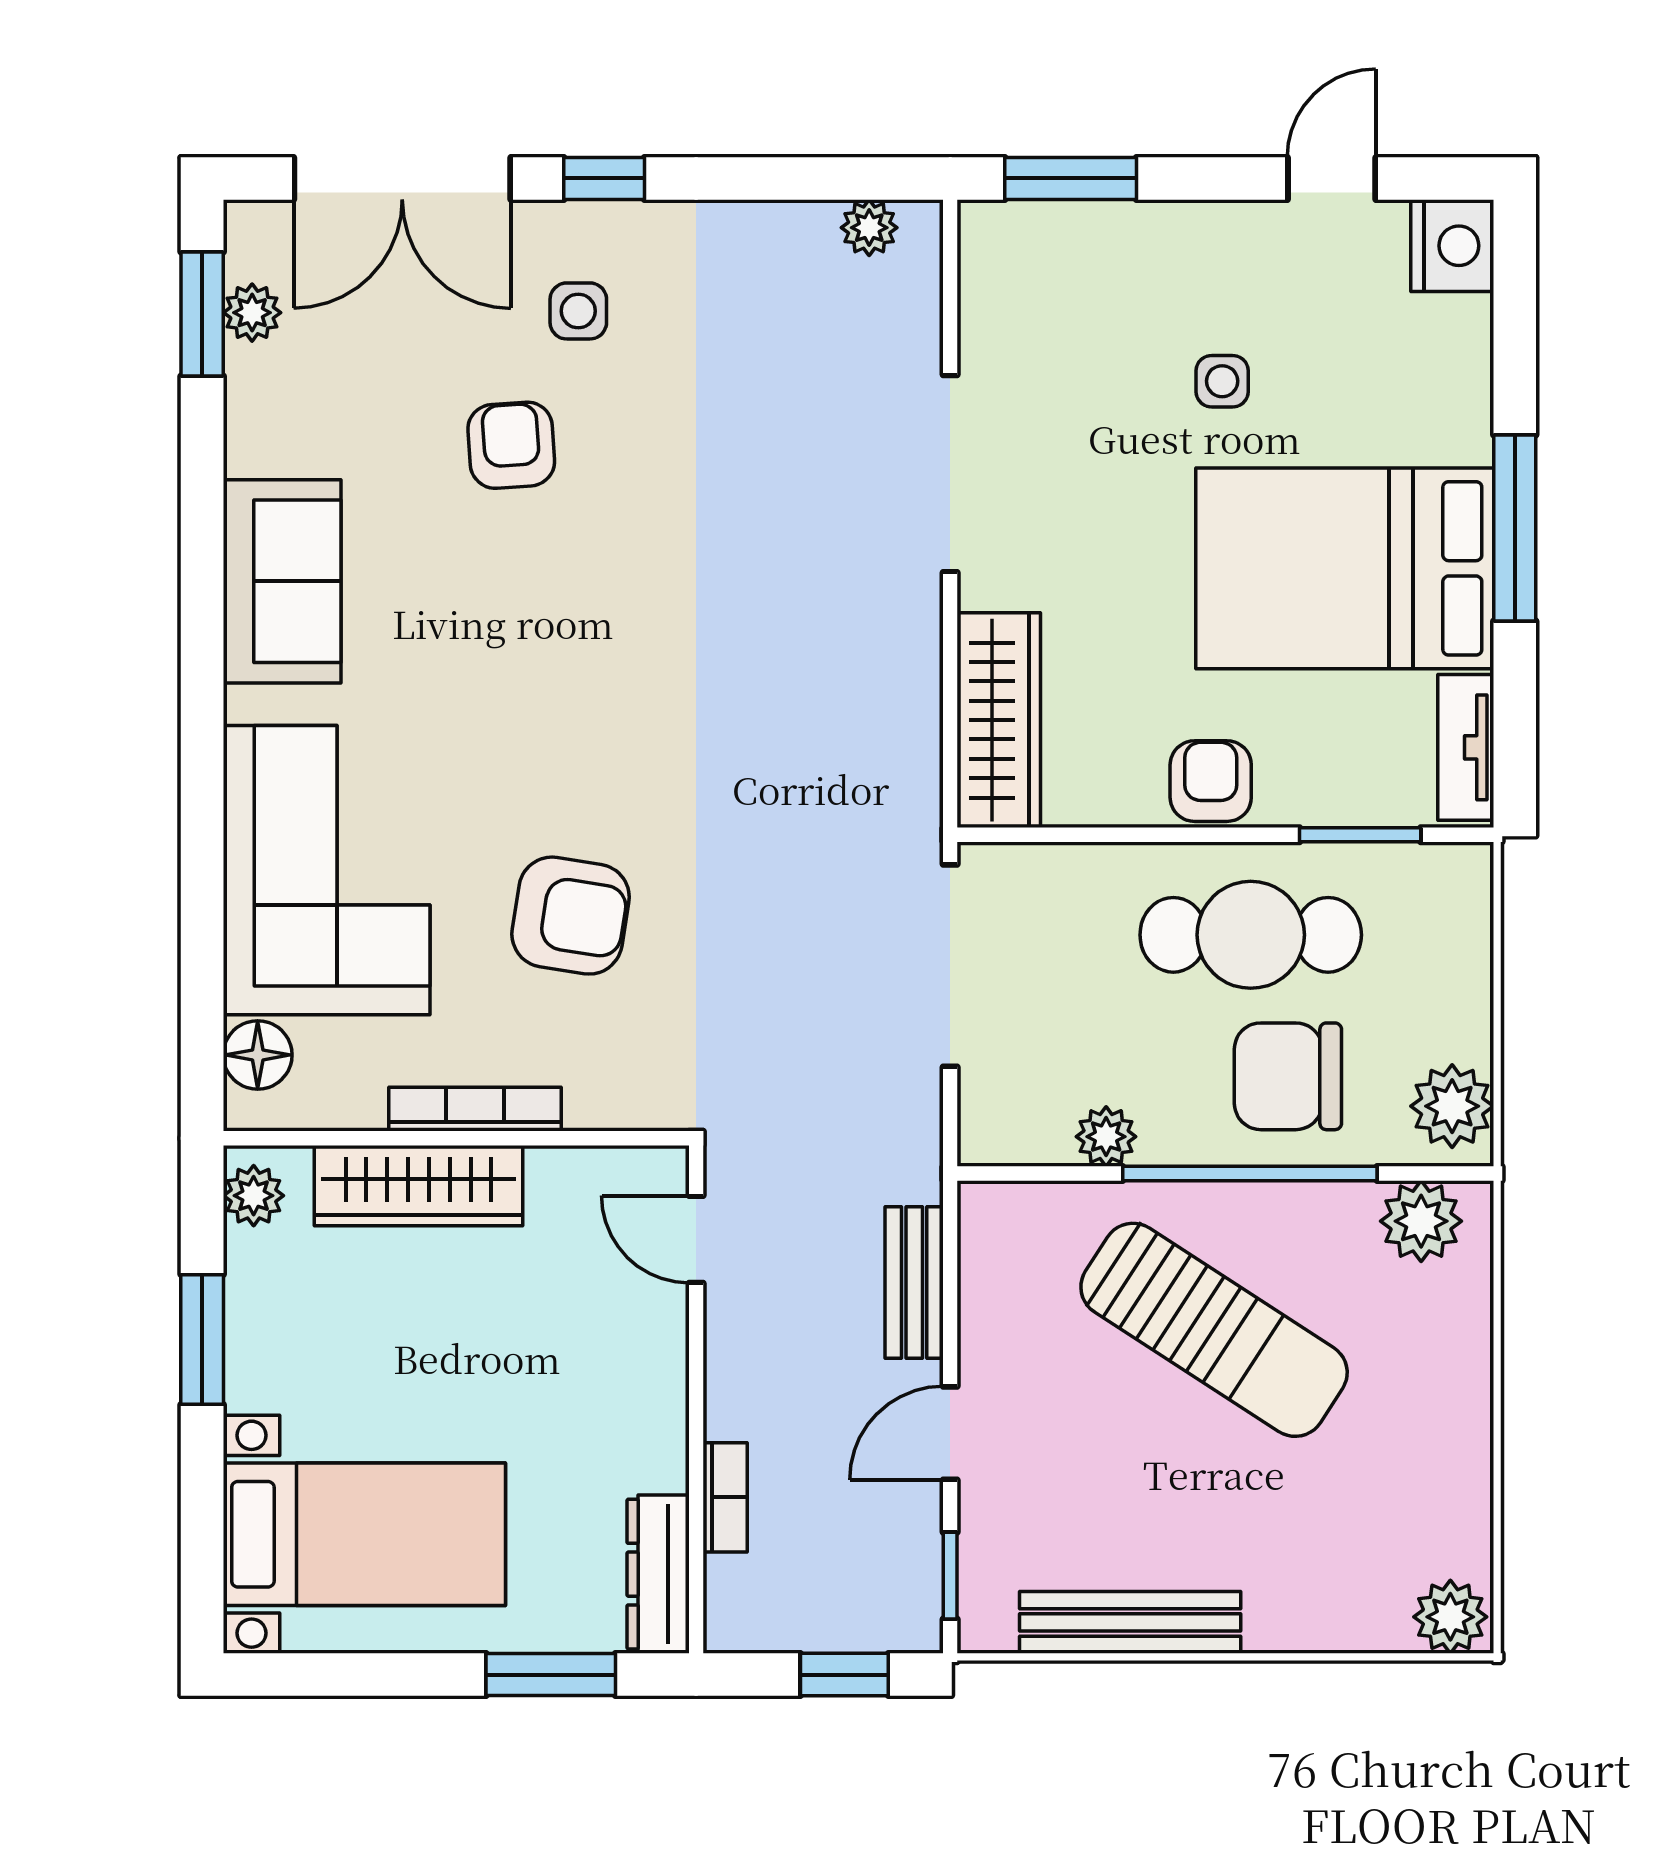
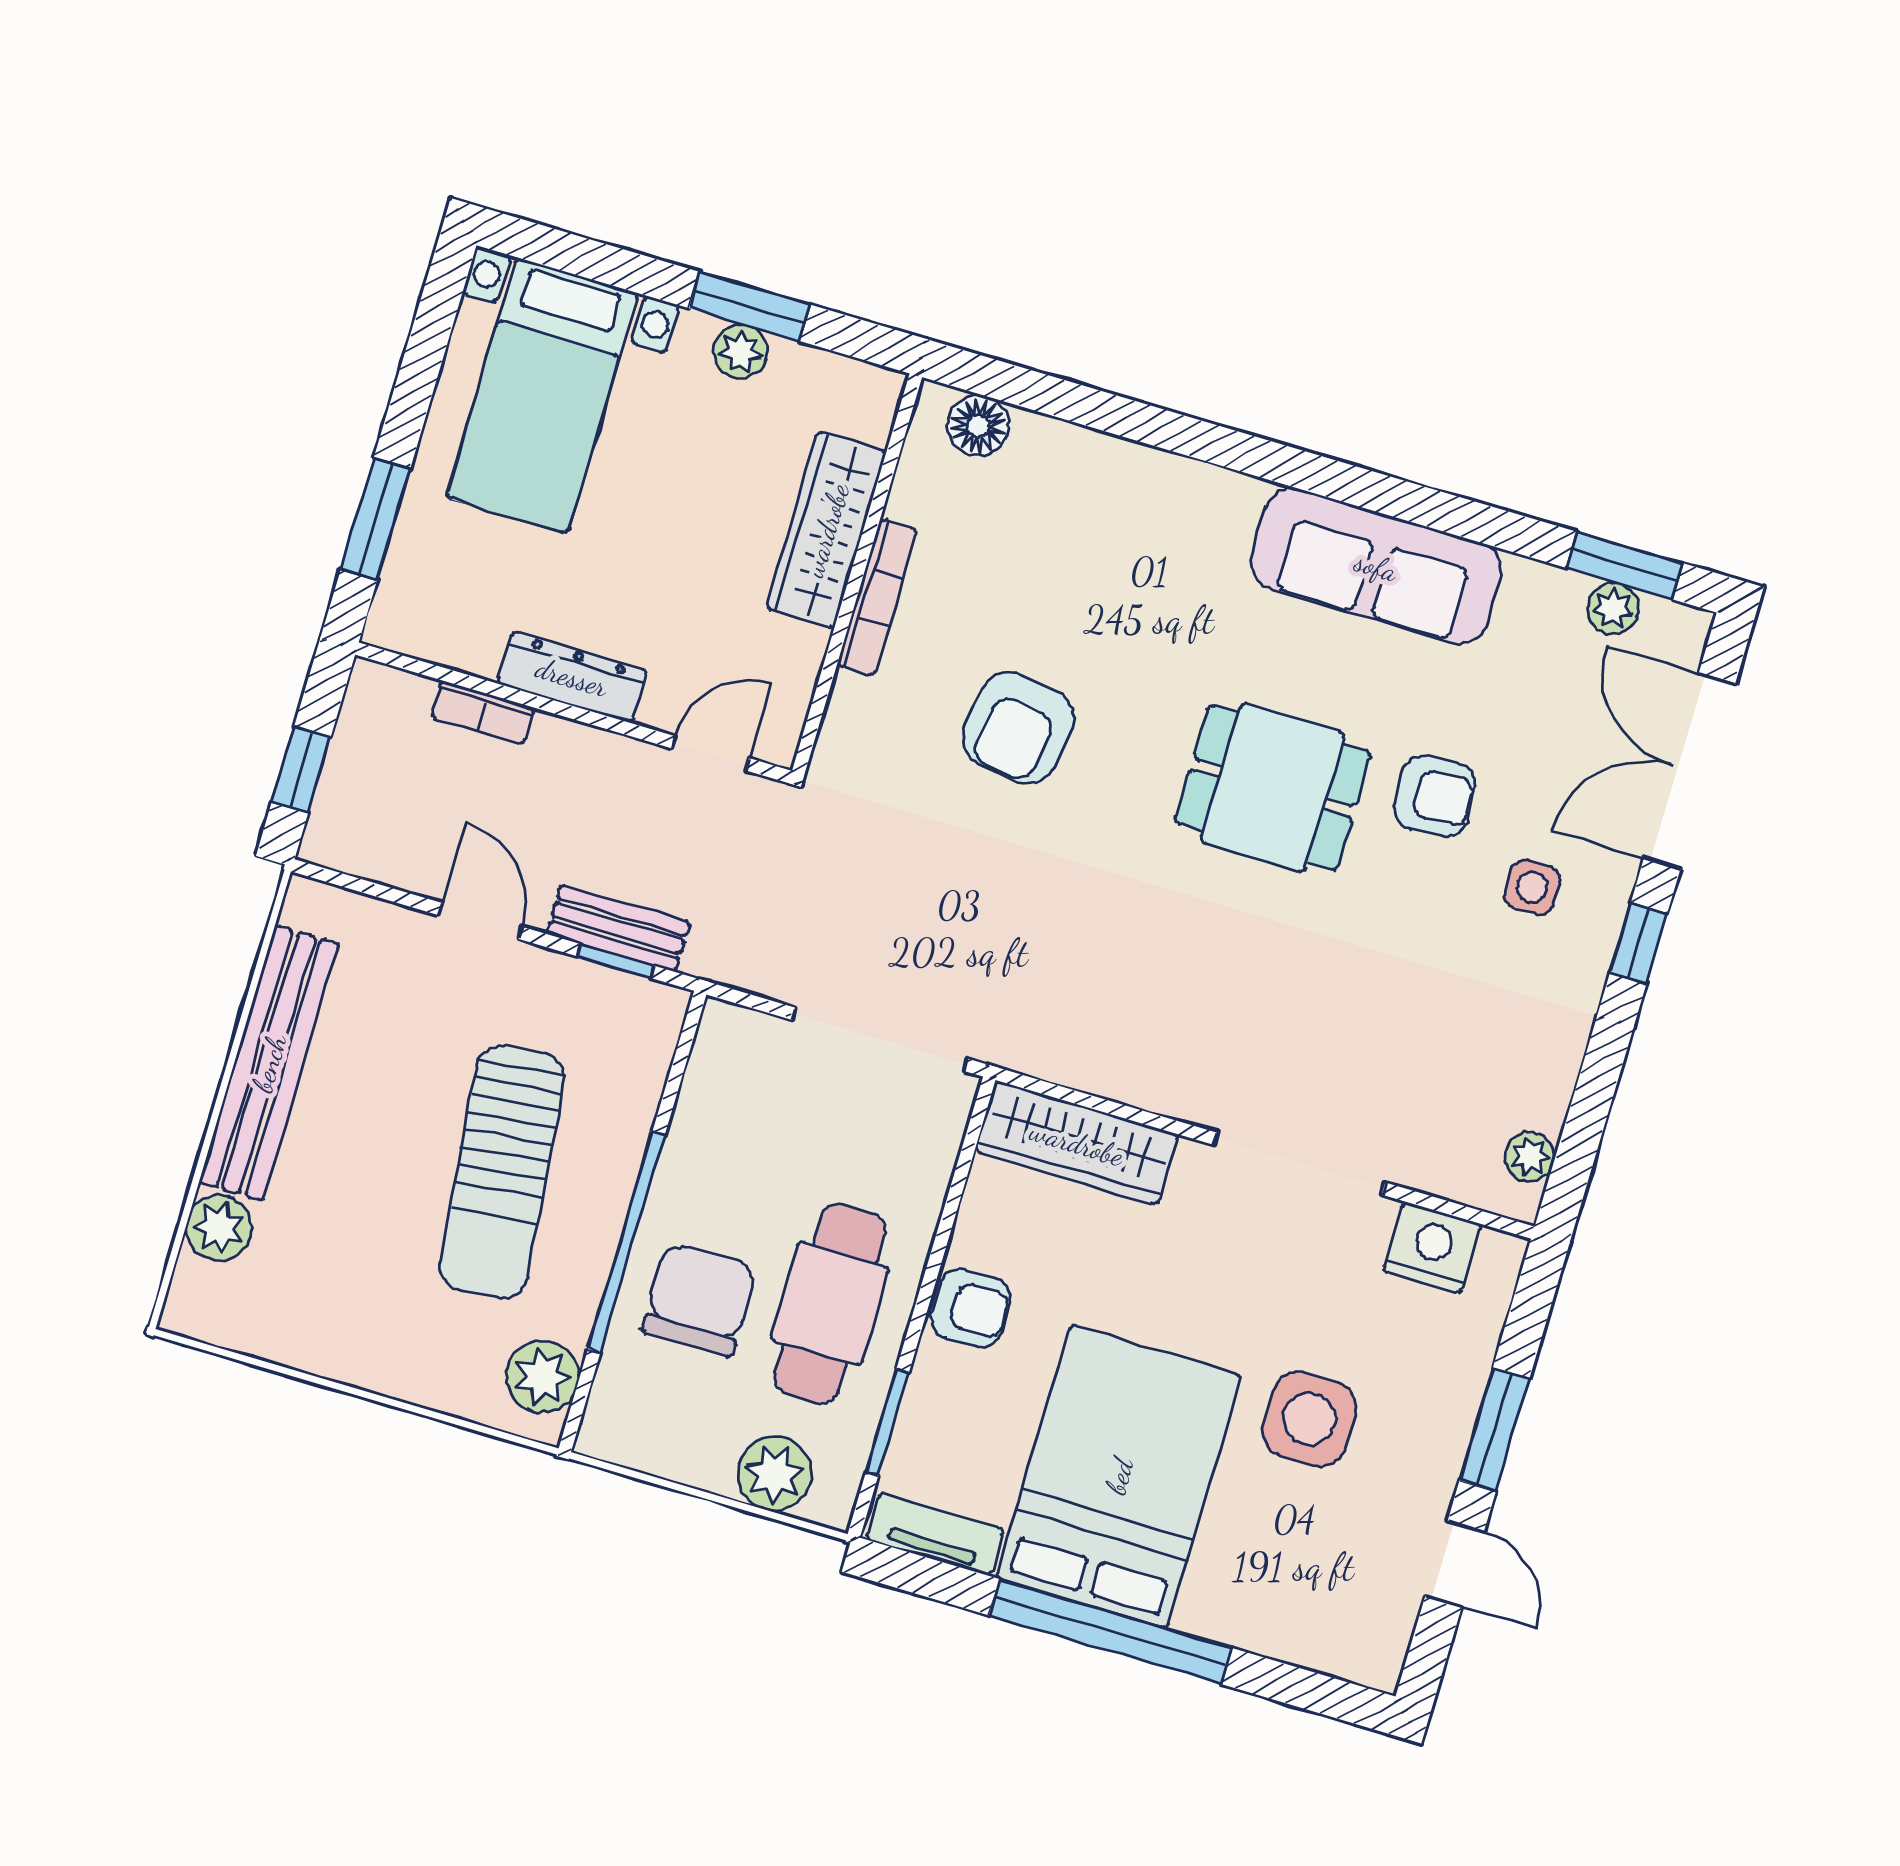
window: (1071, 178) -> (1494, 1430), moved
nightstand: (1452, 246) -> (1432, 1248), moved, turned 180
side table: (1222, 381) -> (1309, 1419), width x1.87, depth x1.87
window: (1515, 528) -> (1110, 1632), width x1.46
sofa: (282, 581) -> (1376, 566), width x1.36
dining table: (554, 622) -> (1273, 788), added
corner sofa: (327, 870) -> (1118, 531), removed
plant: (1452, 1106) -> (774, 1474), moved
plant: (1106, 1137) -> (694, 1129), removed
plant: (254, 1196) -> (740, 351), moved
sun lounger: (1214, 1330) -> (502, 1172), turned -39
dresser: (658, 1574) -> (572, 677), moved
window: (950, 1576) -> (616, 961), moved
plant: (1450, 1617) -> (219, 1228), moved
bench: (1130, 1622) -> (269, 1063), width x1.37, depth x1.21

